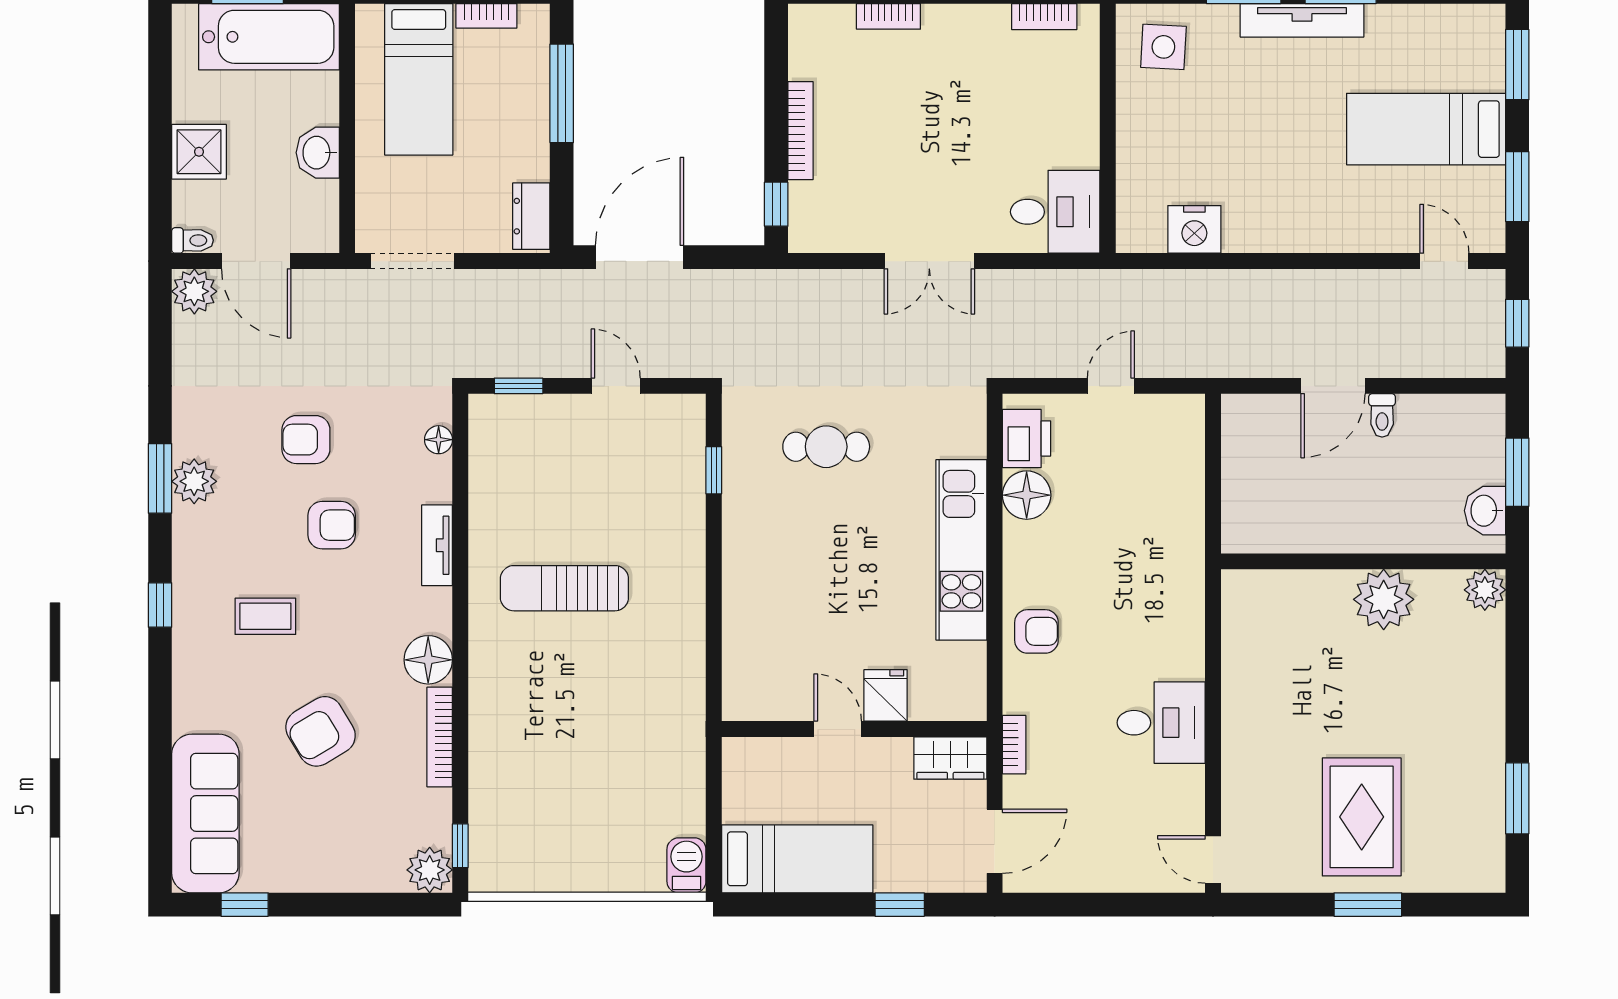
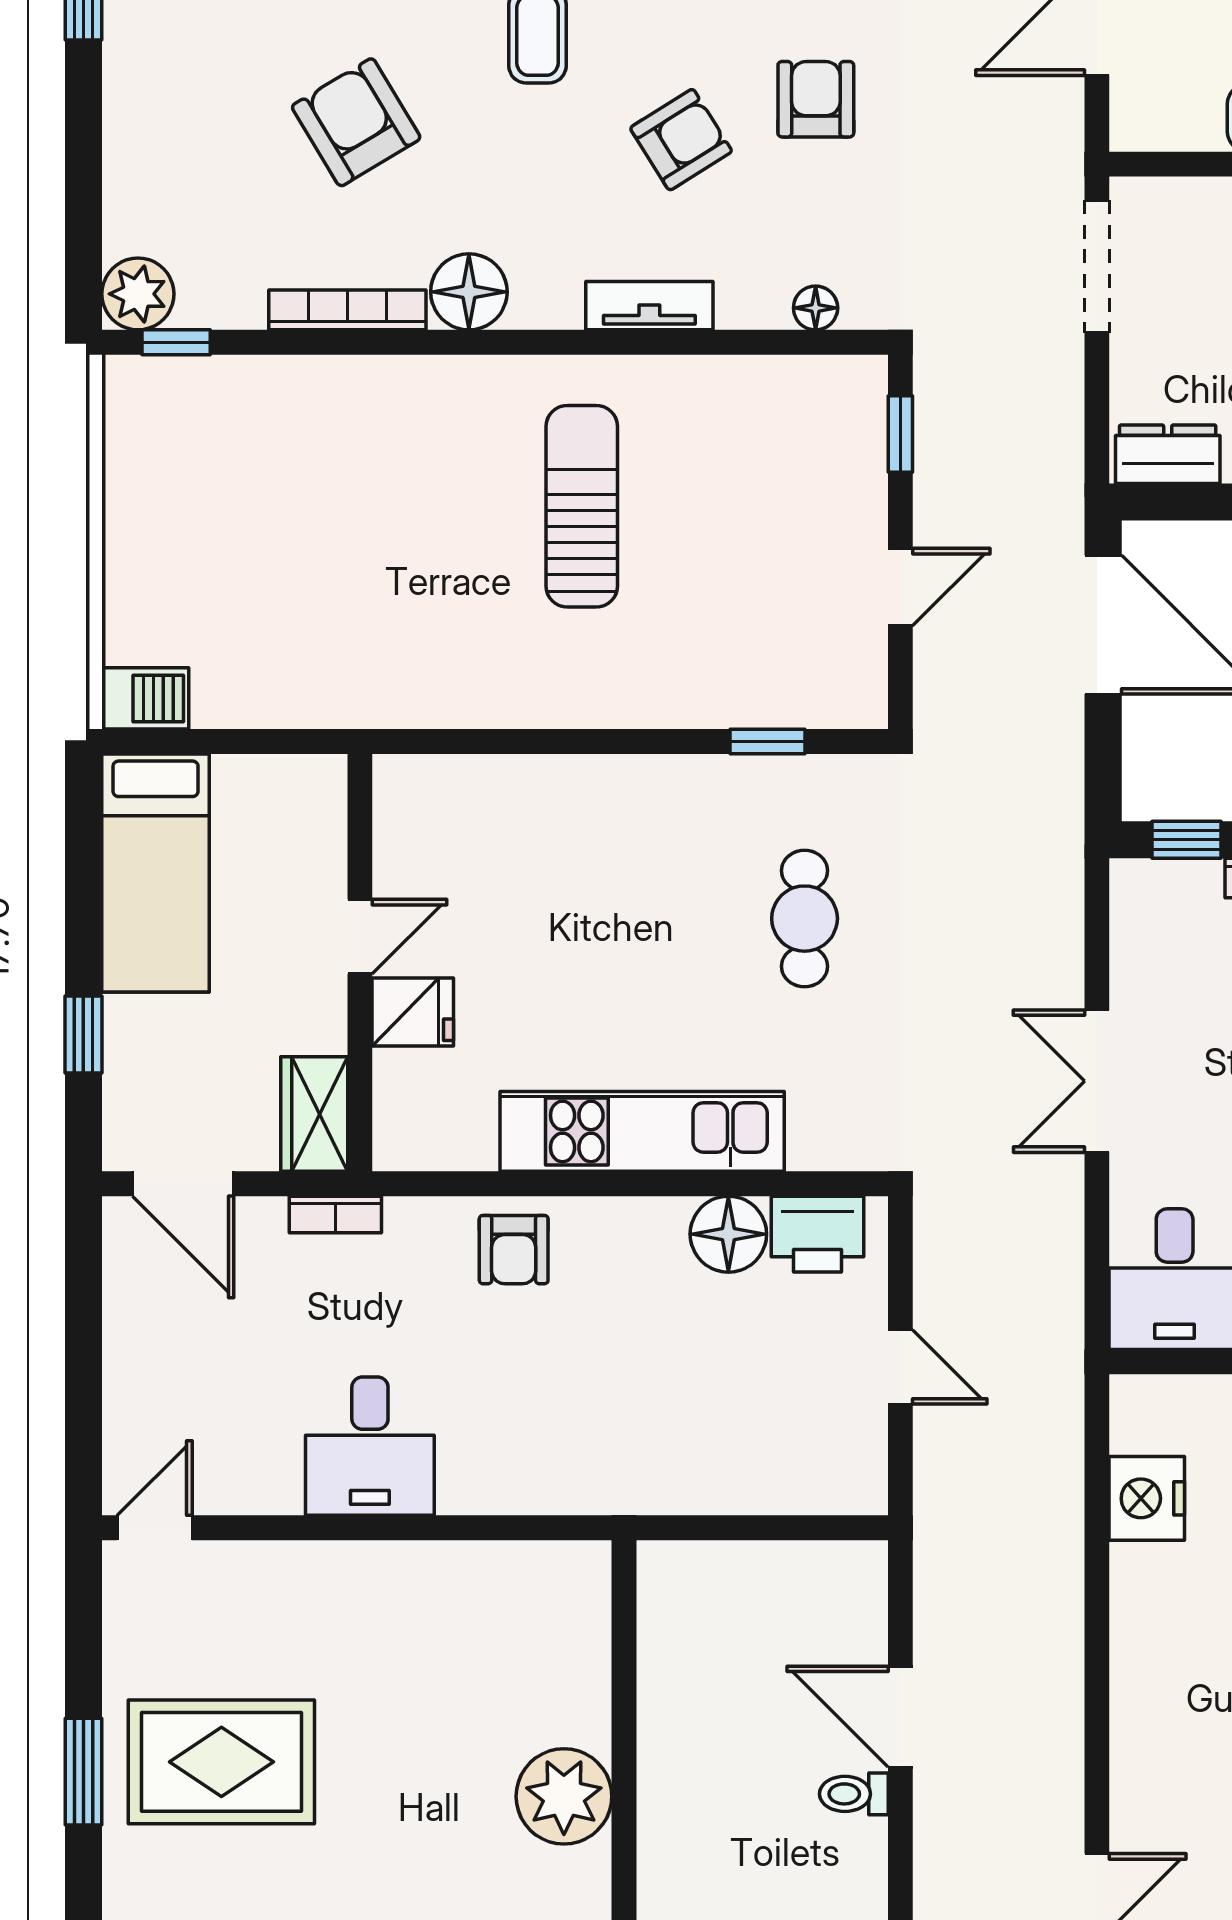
armchair: (332, 525) -> (681, 140), turned -122

